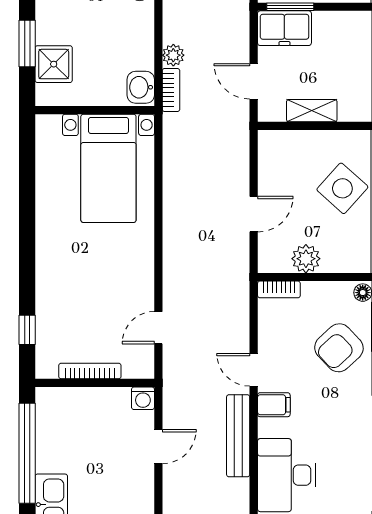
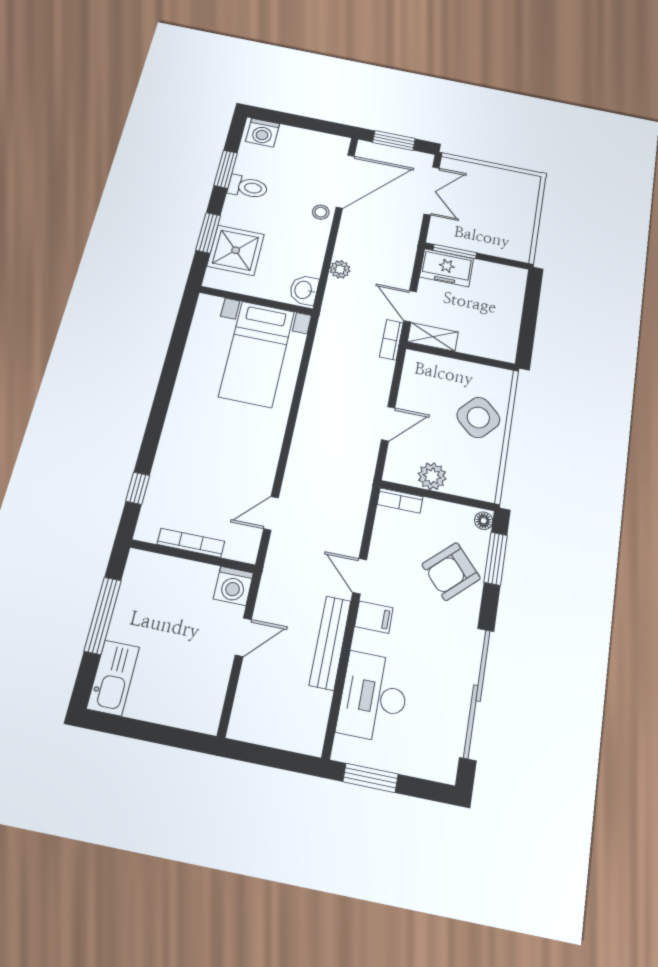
shower: (54, 64) -> (236, 250), width x1.36, depth x1.36
bookcase: (171, 90) -> (391, 340), moved, turned 180
shelving: (312, 111) -> (433, 337), moved
washing machine: (143, 398) -> (233, 586), width x1.38, depth x1.38
window: (27, 453) -> (103, 616), width x0.68

